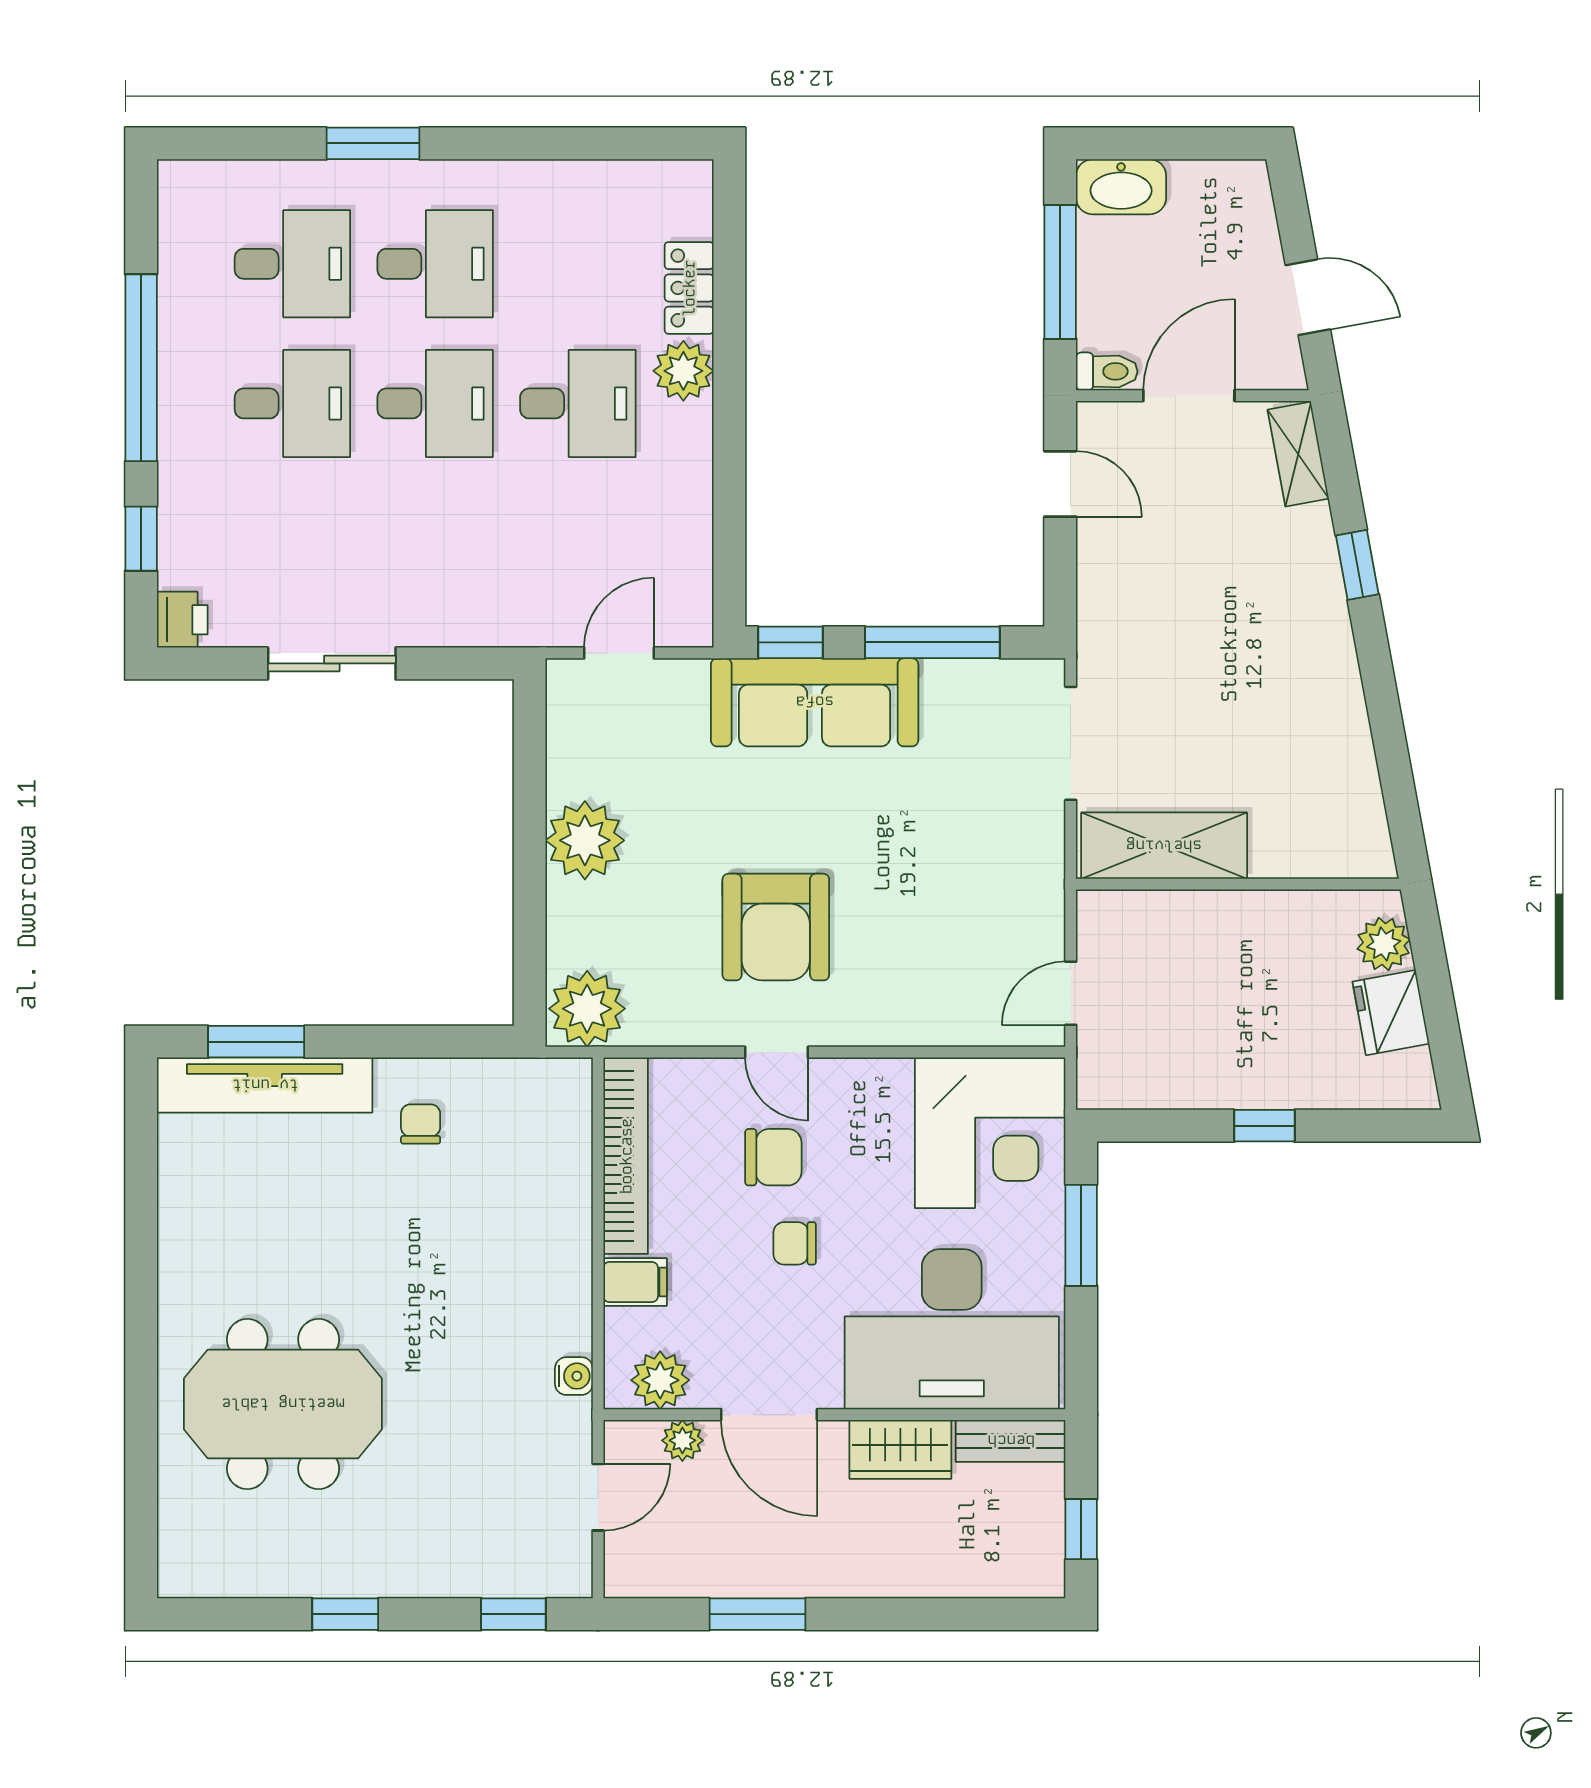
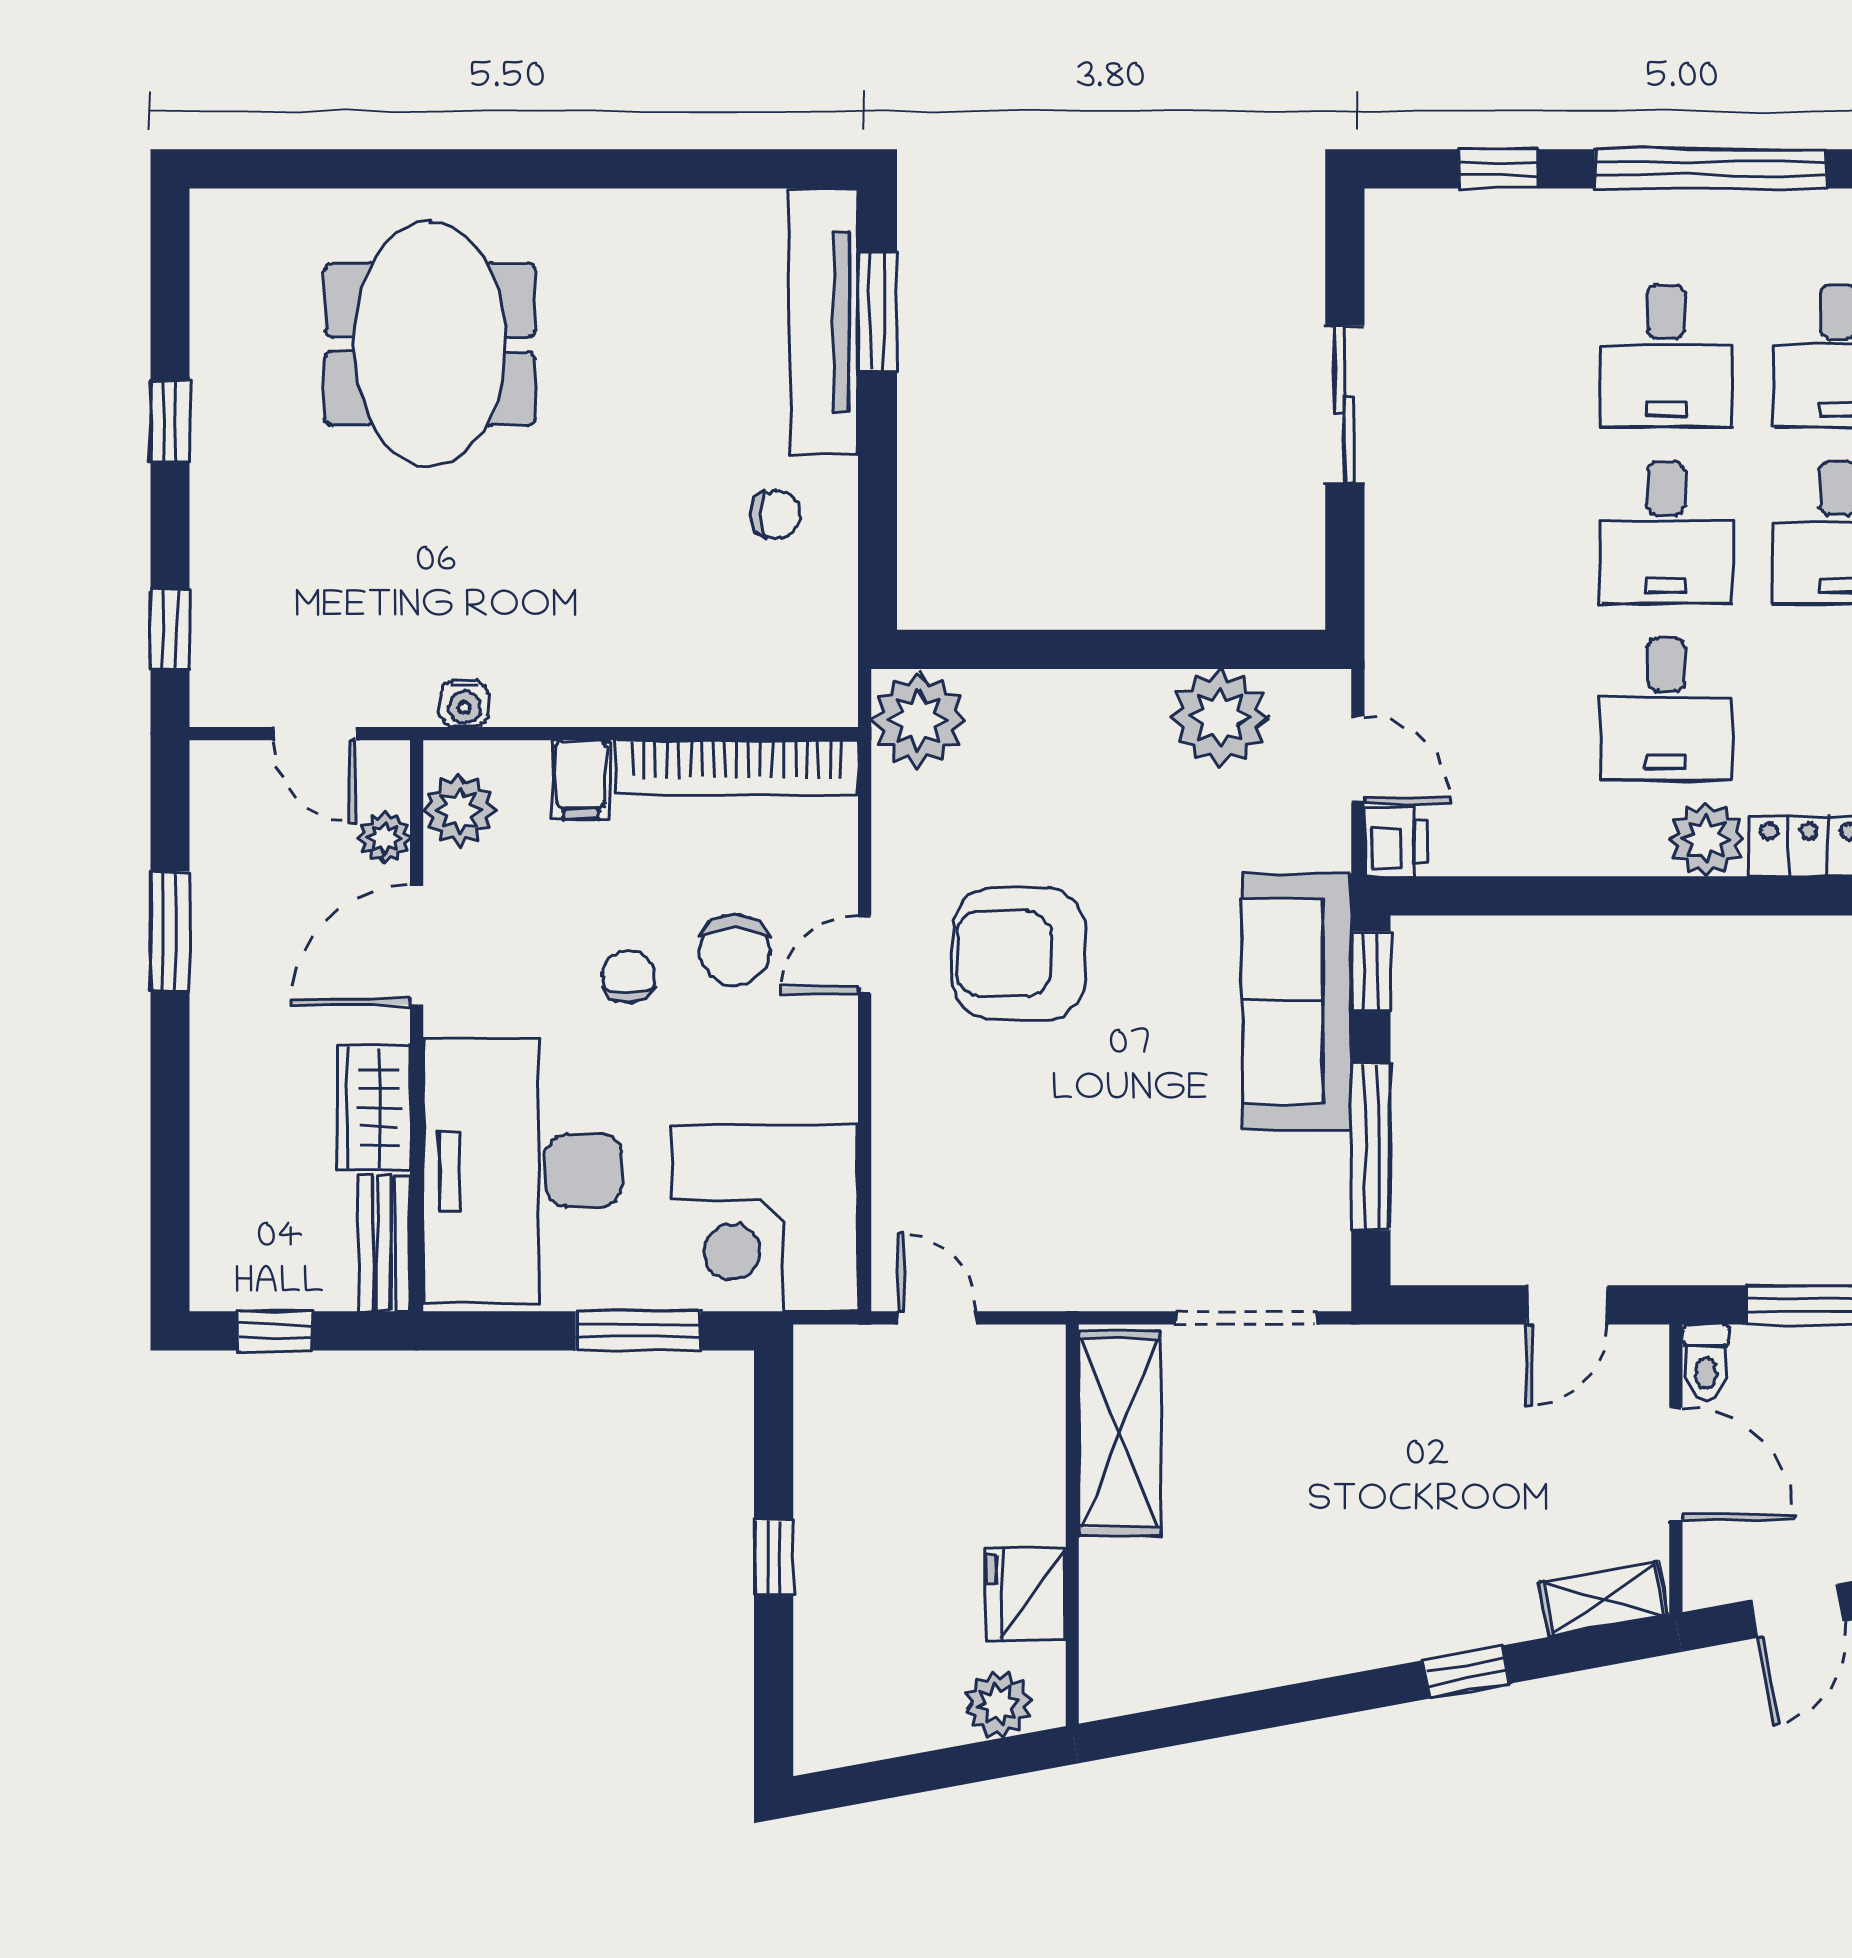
printer: (182, 620) -> (1396, 842), moved, turned -90
plant: (585, 840) -> (1220, 717), moved
fridge: (1391, 1013) -> (1026, 1594), moved, turned -80

